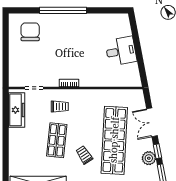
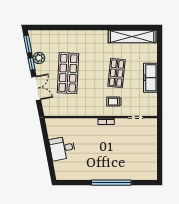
chair: (30, 32) -> (139, 165), removed
freezer: (17, 110) -> (150, 78), moved
shop shelf: (114, 140) -> (68, 73), width x0.71
trolley: (84, 155) -> (93, 61), removed

